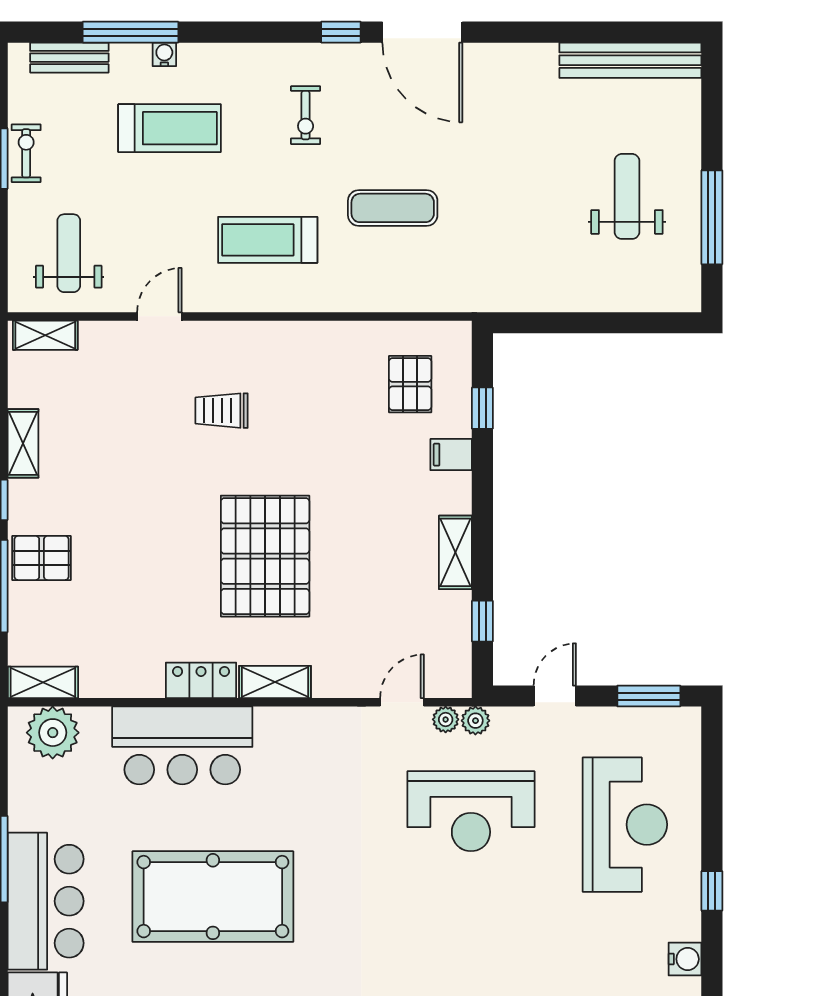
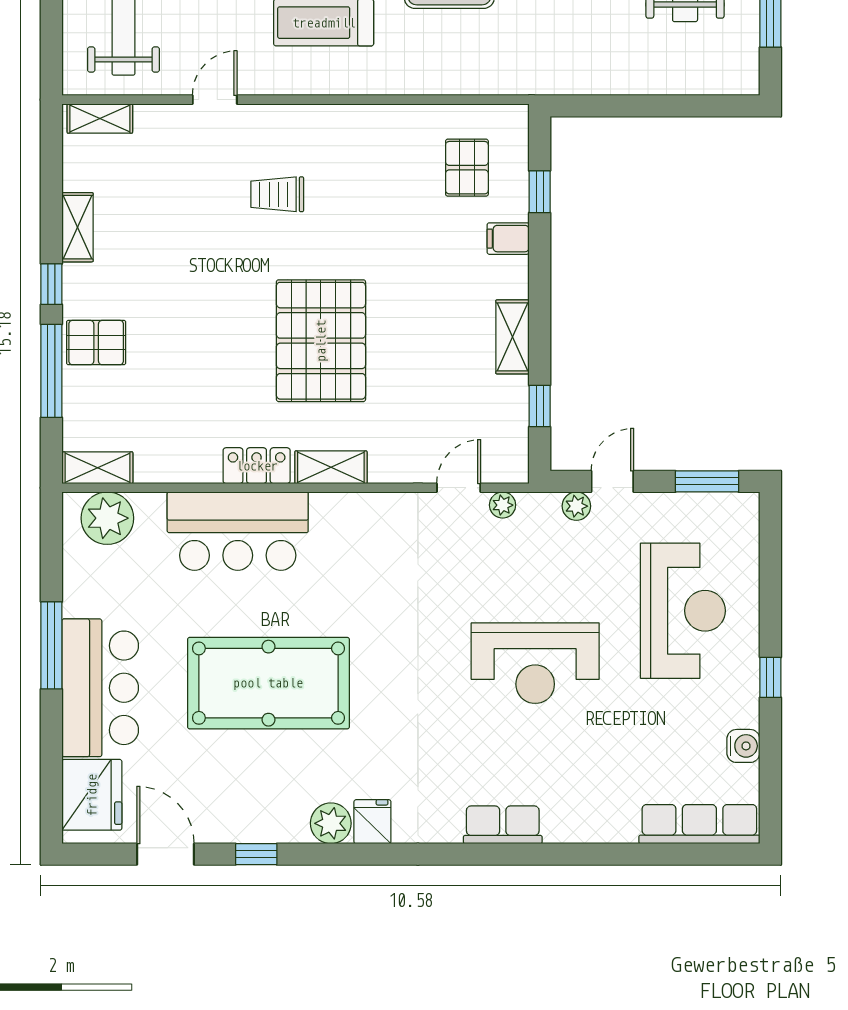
plant: (475, 721) -> (576, 506), moved
reception desk: (471, 811) -> (535, 663), moved

